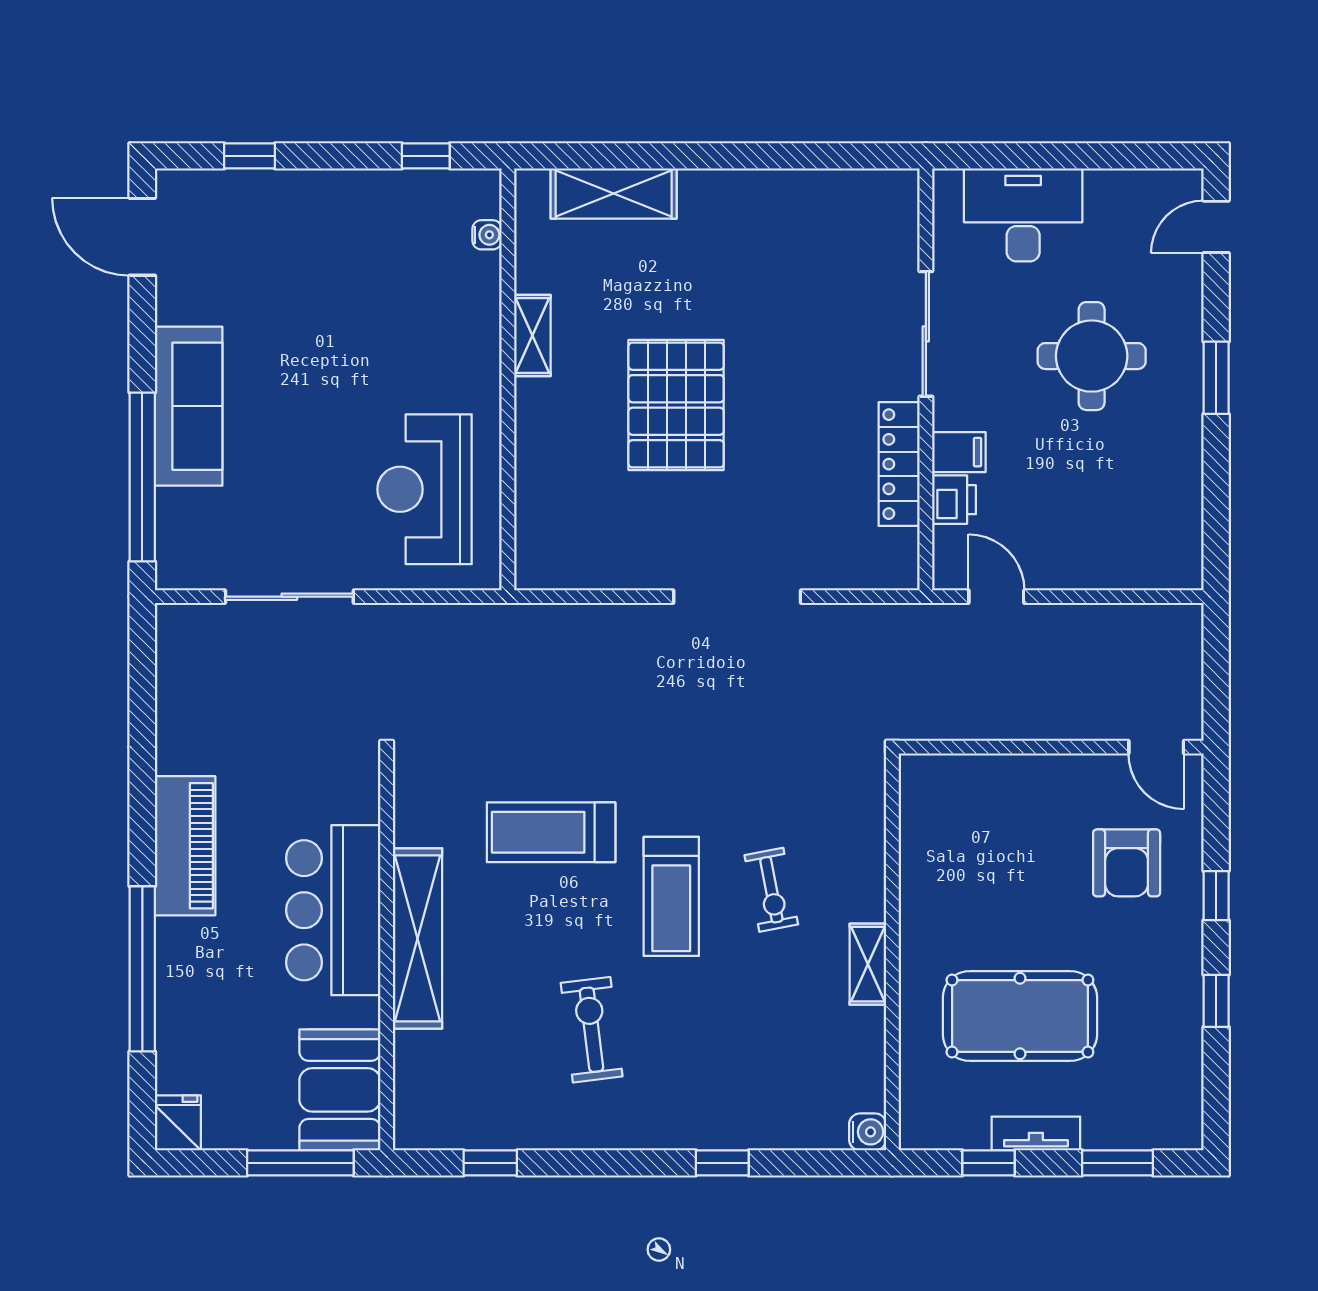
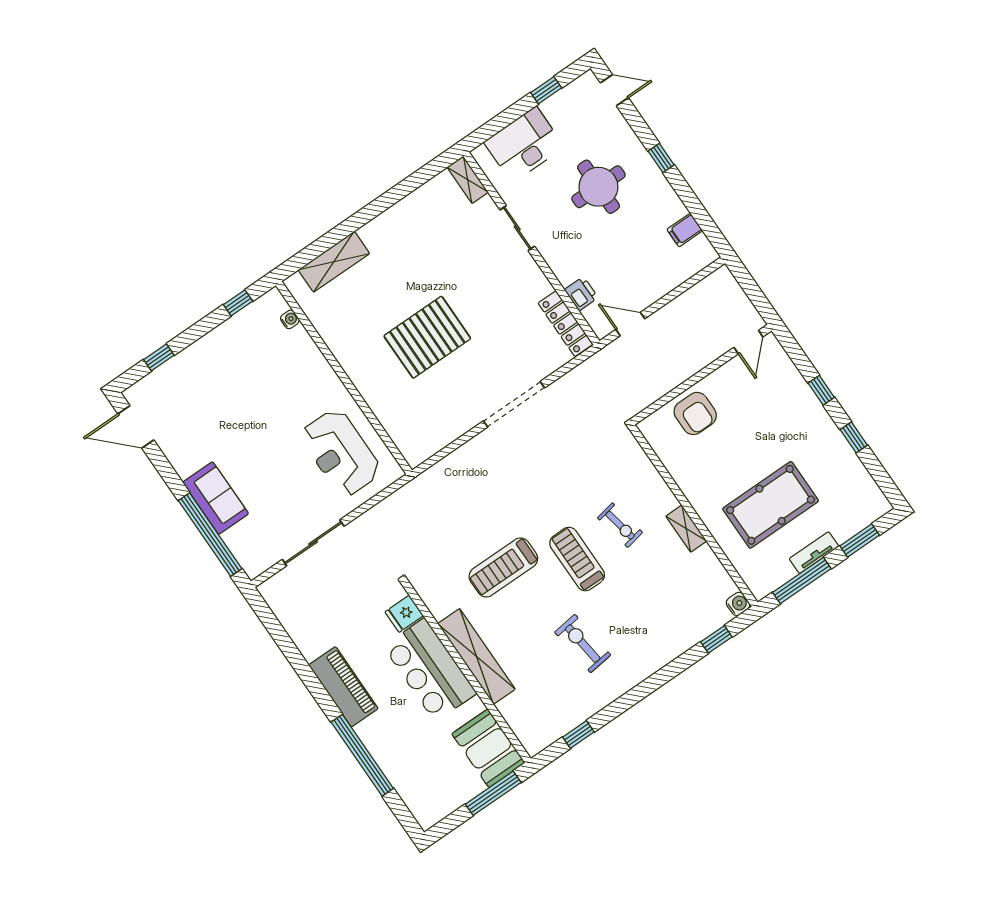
window: (1113, 156) -> (546, 90), added
door: (1216, 227) -> (614, 90), swing flipped
sliding door: (926, 334) -> (517, 228), width x0.73
shelving: (532, 336) -> (468, 180), moved
window: (1216, 378) -> (661, 158), width x0.67
pallet: (676, 405) -> (427, 337), turned 90
sofa: (189, 406) -> (216, 498), width x0.73
filing cabinet: (959, 452) -> (685, 230), moved, turned 180
locker: (899, 464) -> (565, 324), moved
door: (1156, 747) -> (748, 342), hinge flipped
armchair: (1127, 863) -> (695, 413), moved
treadmill: (671, 896) -> (577, 559), turned 180
fridge: (178, 1123) -> (404, 614), moved, turned -90
window: (722, 1163) -> (716, 639), moved
window: (989, 1163) -> (802, 580), width x2.17

